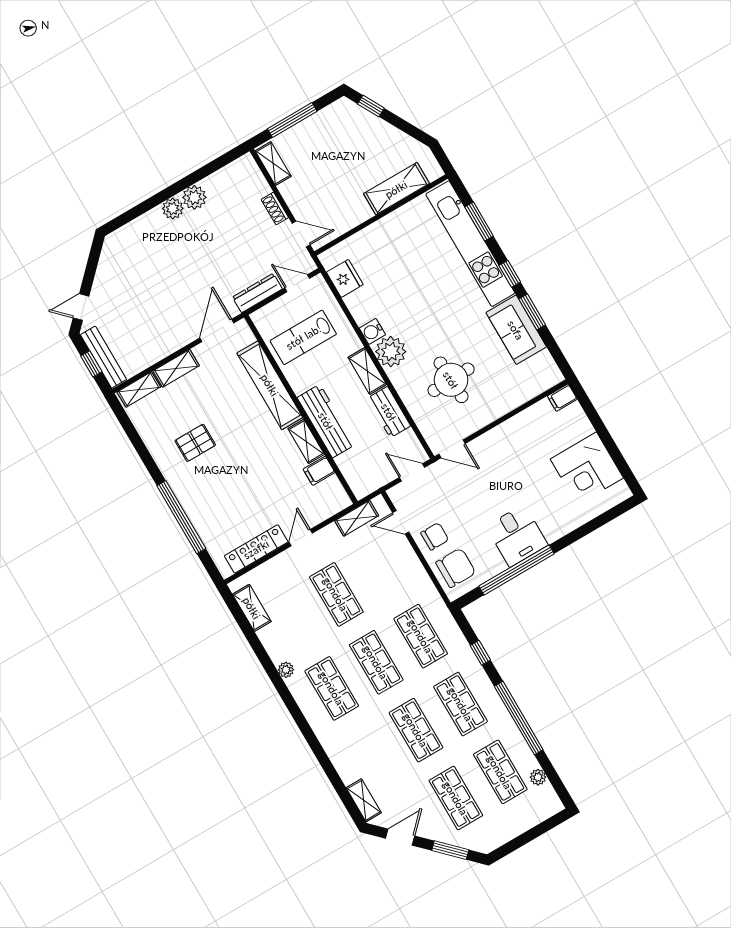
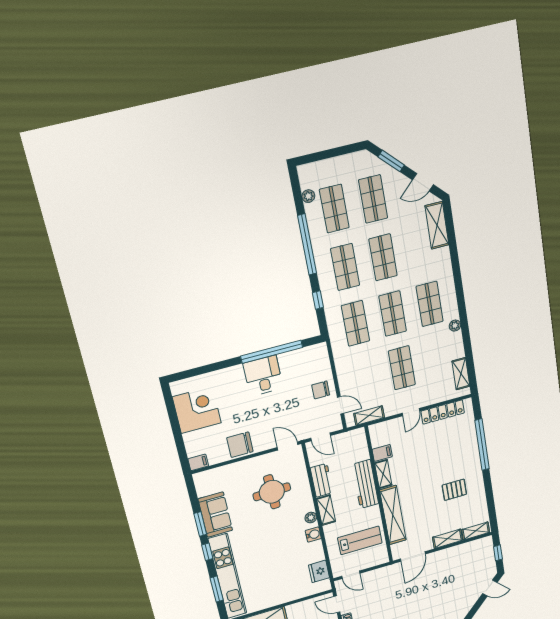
dresser: (257, 293) -> (379, 574), removed
plant: (391, 352) -> (311, 518), width x0.53, depth x0.53
bench: (103, 357) -> (489, 555), removed
chair: (456, 568) -> (240, 445), moved
shelving: (364, 800) -> (437, 225), width x1.50, depth x1.33

